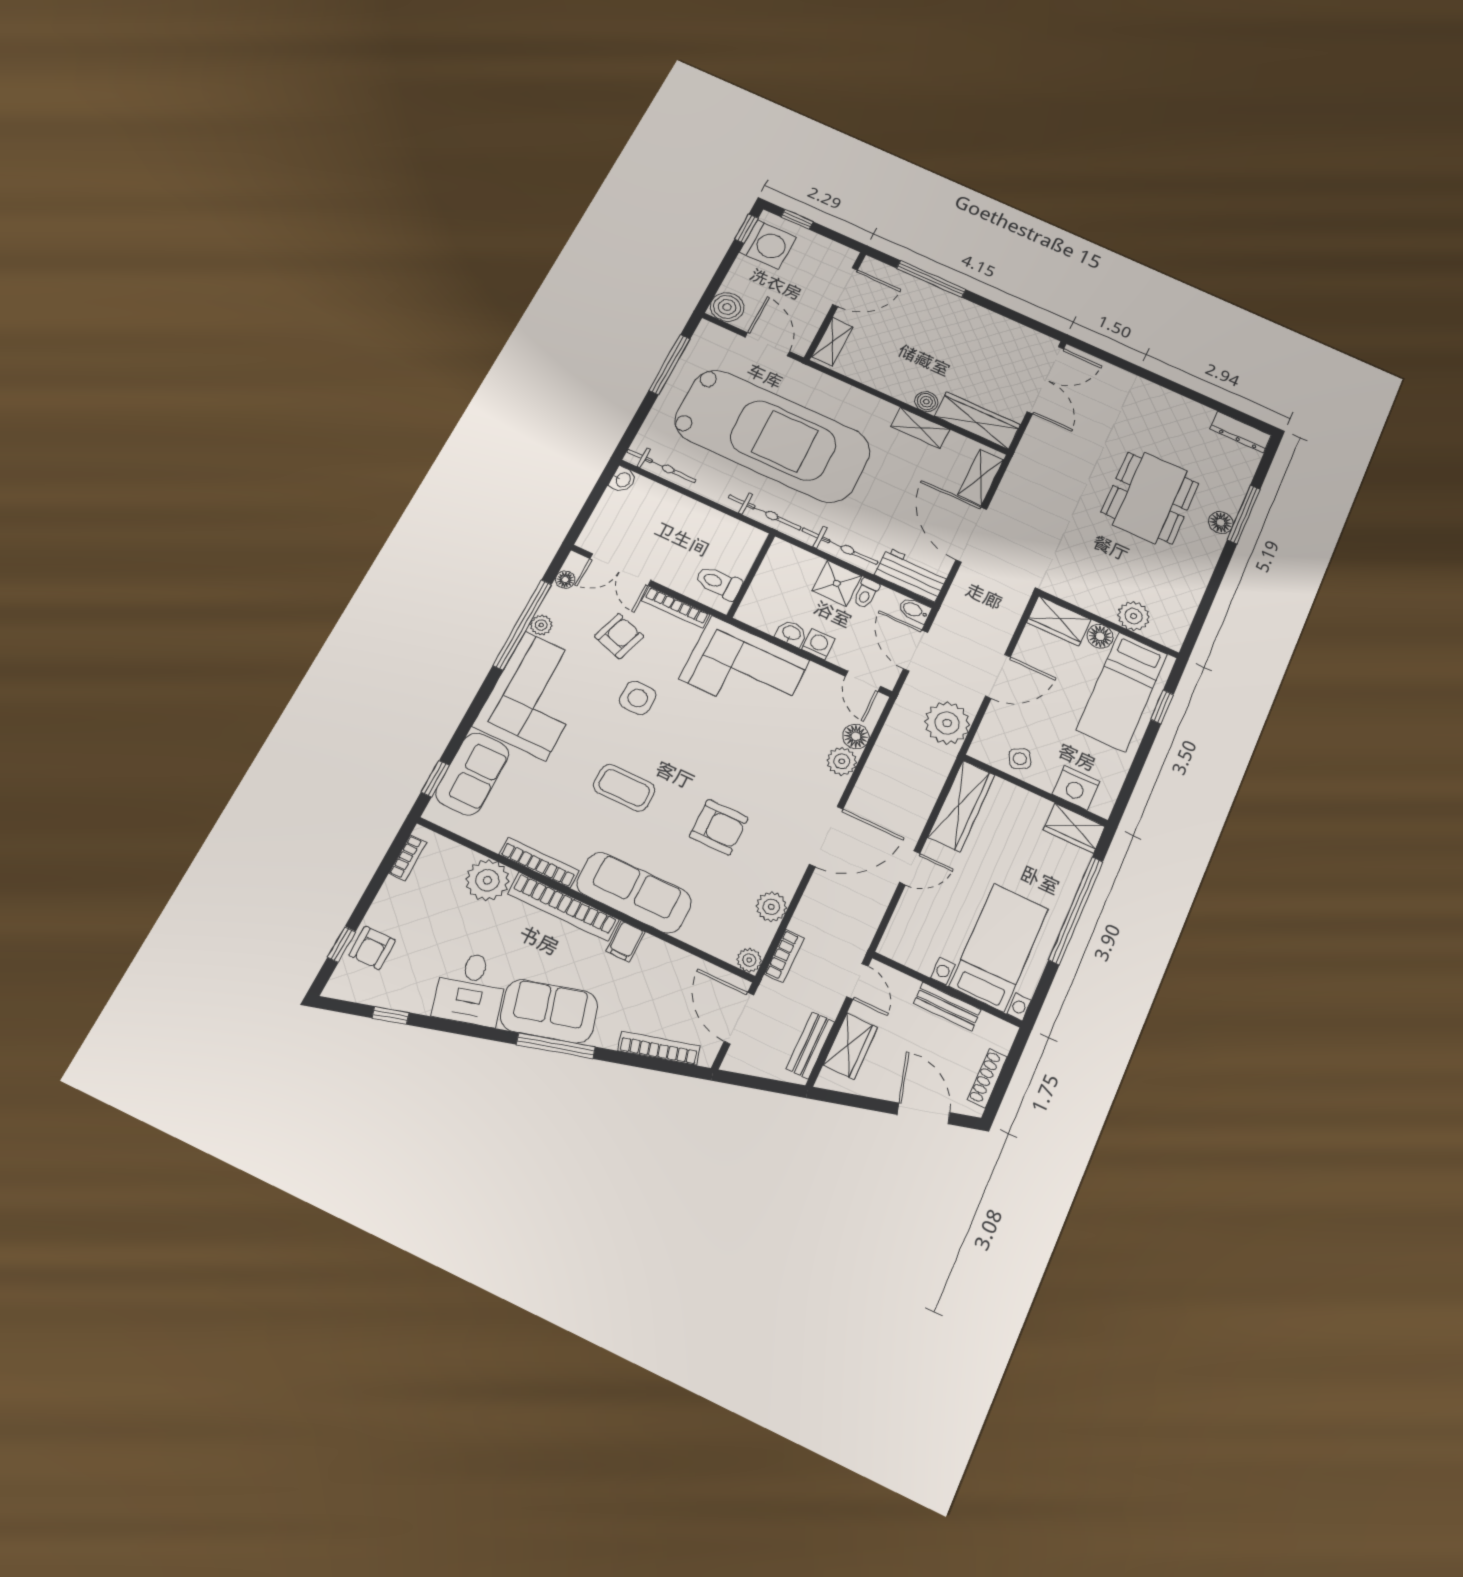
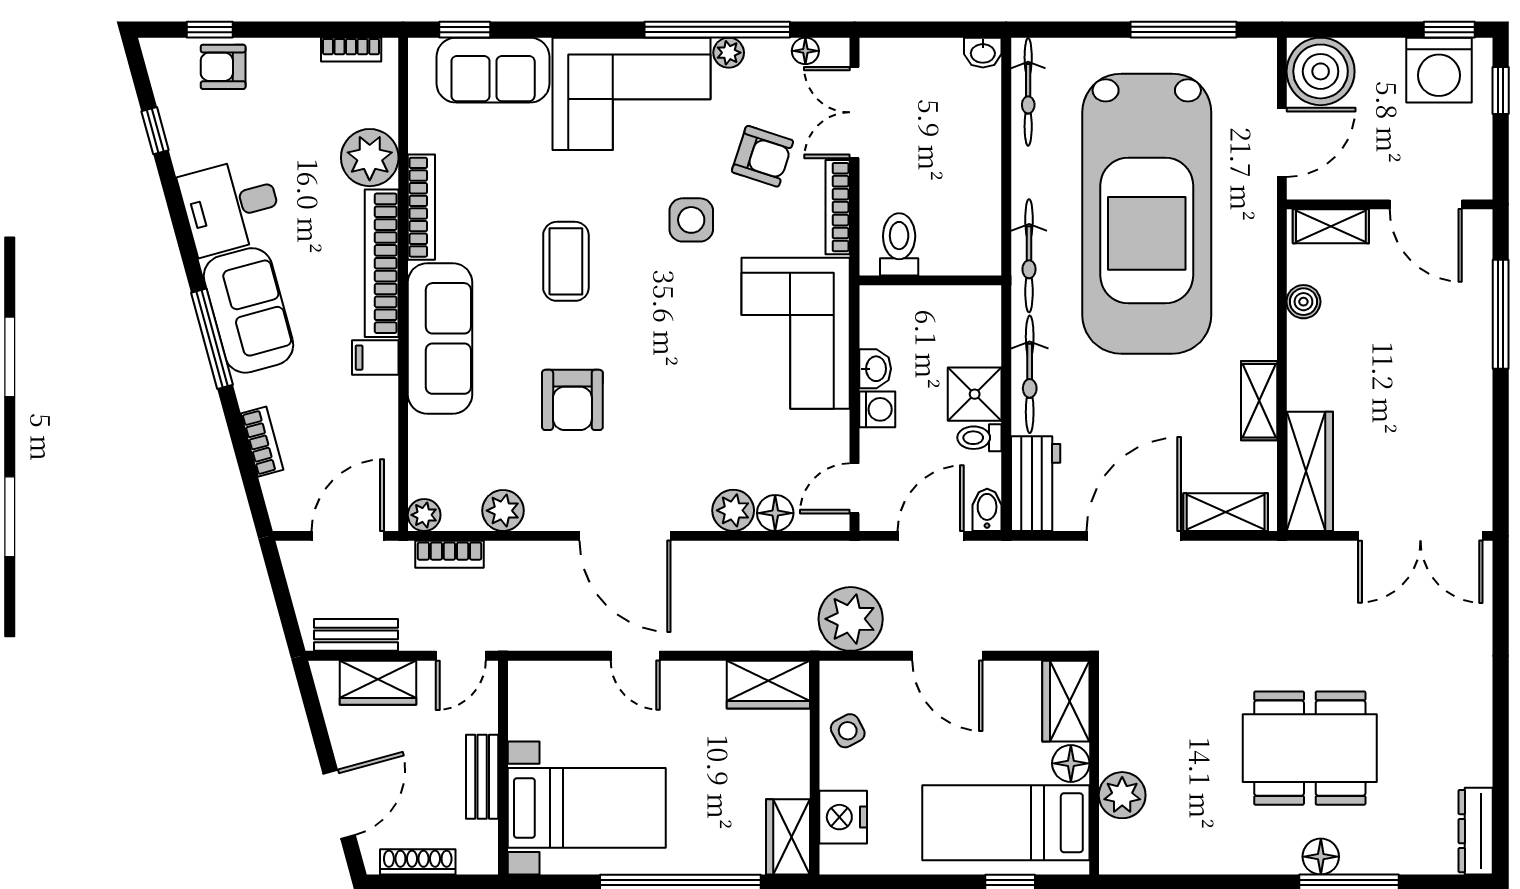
boiler: (727, 307) -> (1321, 71), width x1.37, depth x1.37
boiler: (926, 402) -> (1303, 302), moved
wardrobe: (961, 806) -> (768, 685), width x0.67
bookcase: (659, 1048) -> (262, 442), width x0.64

